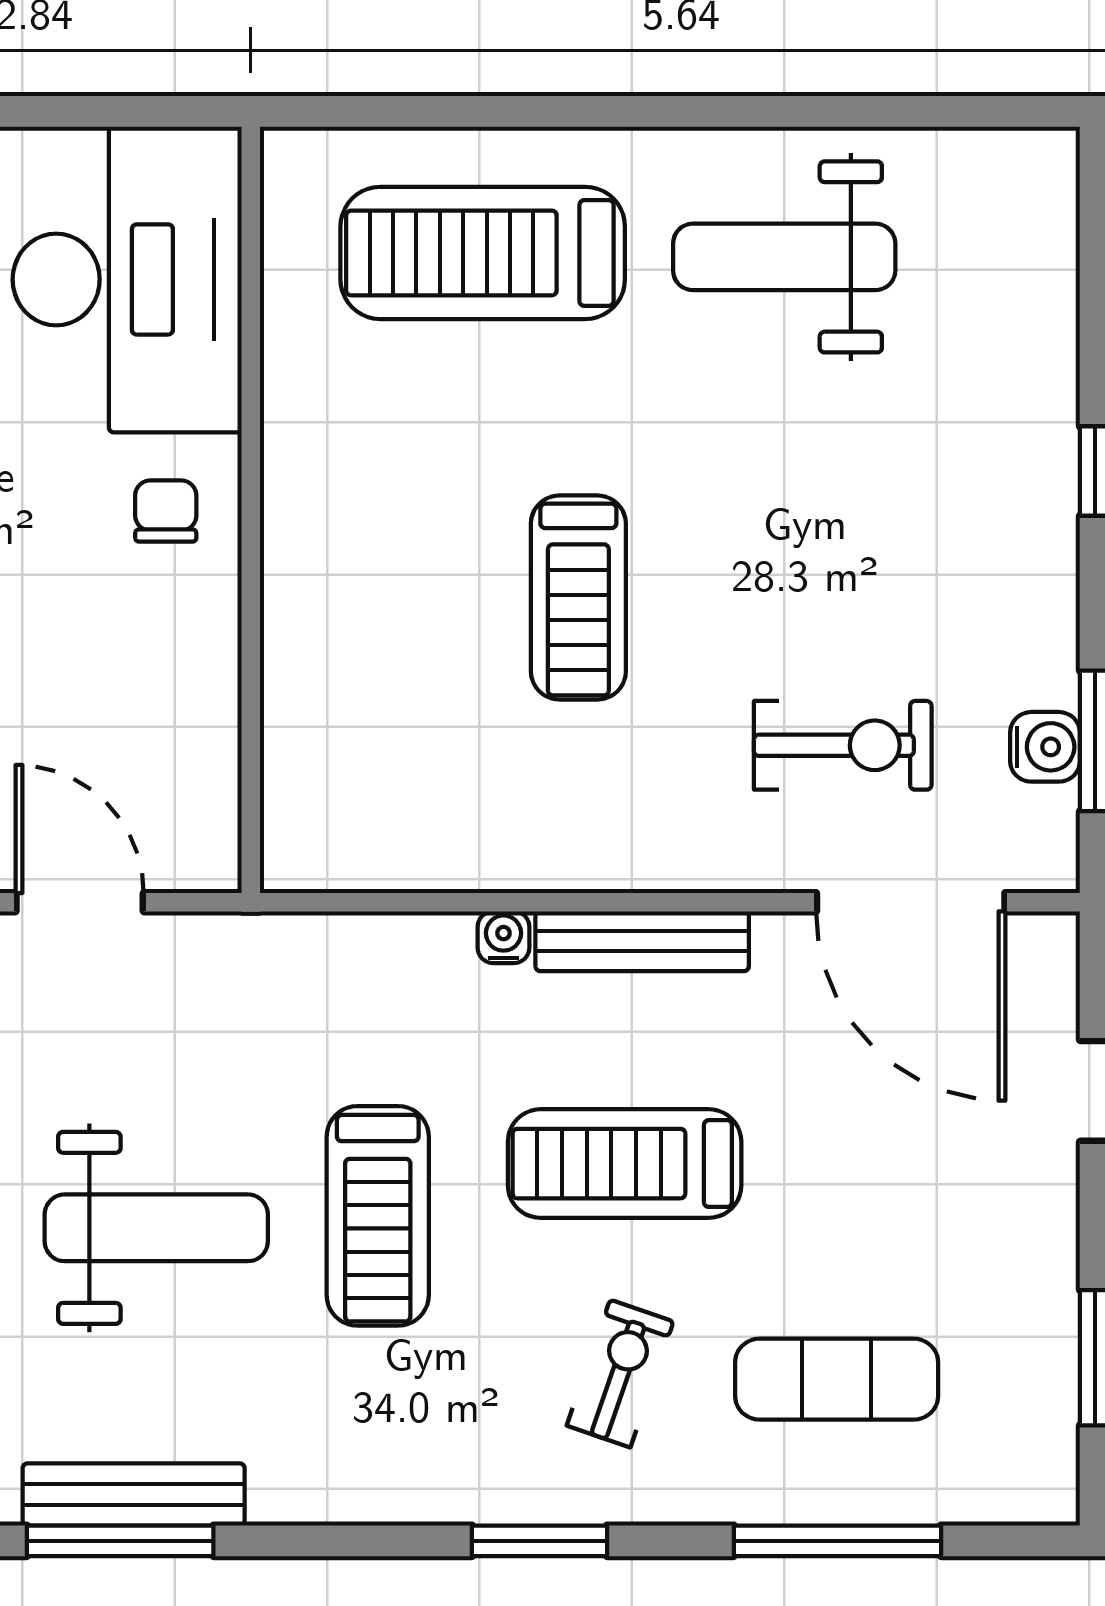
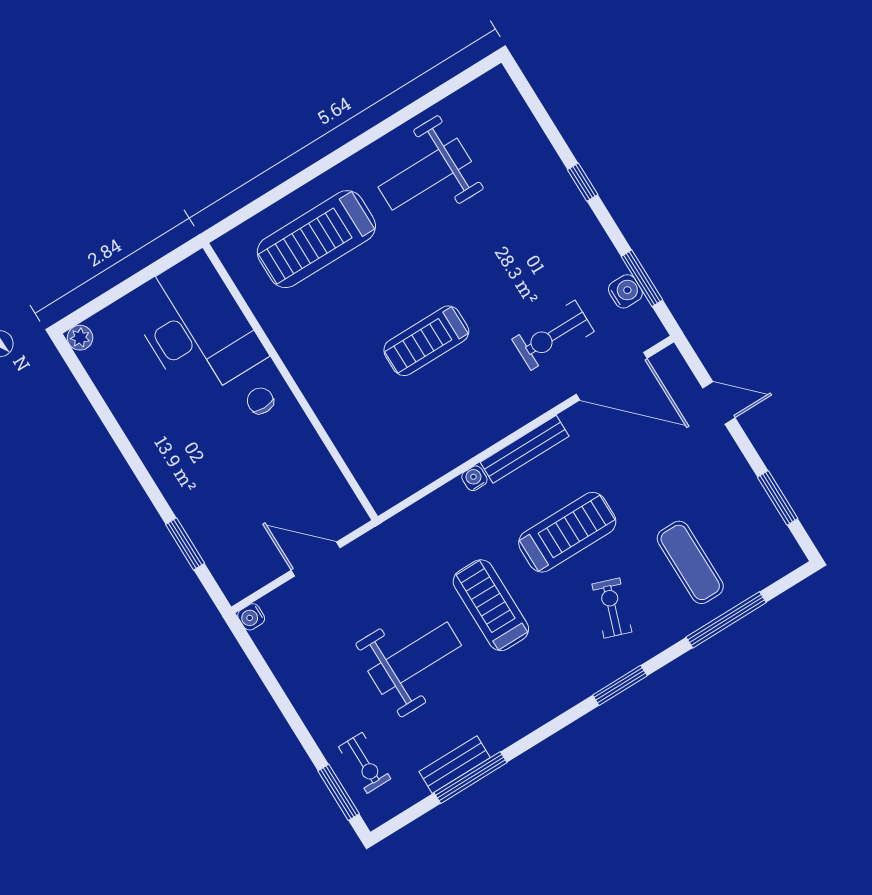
treadmill: (578, 597) -> (426, 341), turned 90
exercise bike: (843, 745) -> (553, 335), turned 180
treadmill: (625, 1164) -> (567, 532), turned 180
treadmill: (378, 1216) -> (491, 605), turned 180
exercise mat: (837, 1379) -> (690, 562), turned 90
bench: (134, 1494) -> (455, 765), width x0.73

